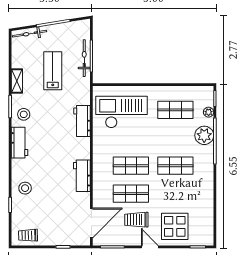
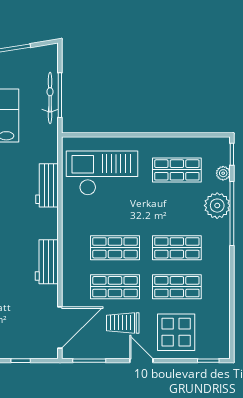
shop shelf: (175, 194) -> (177, 287), added

